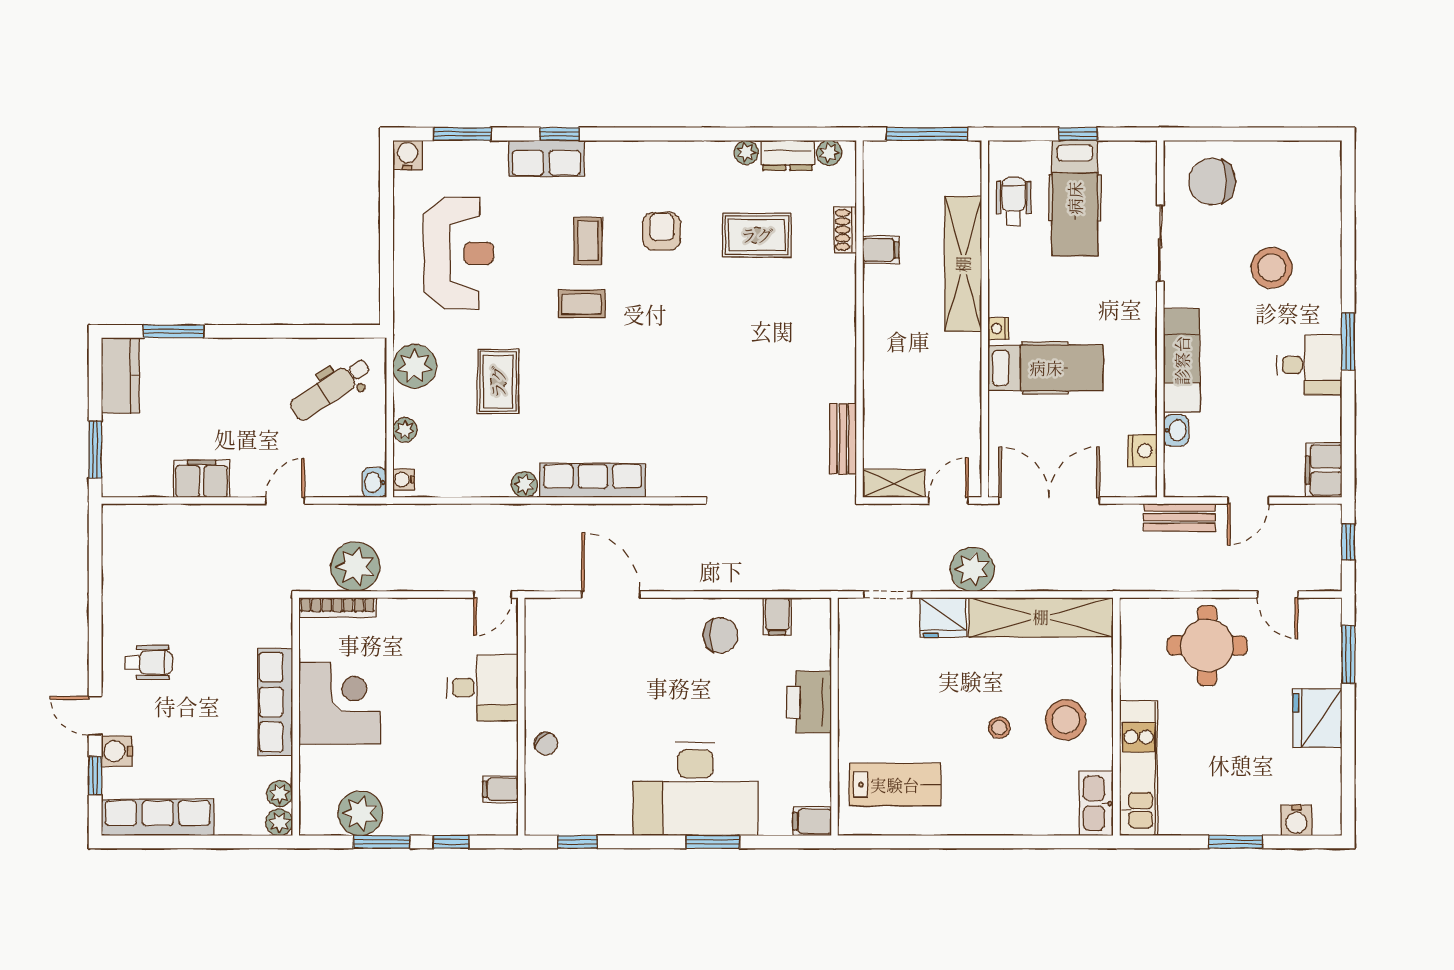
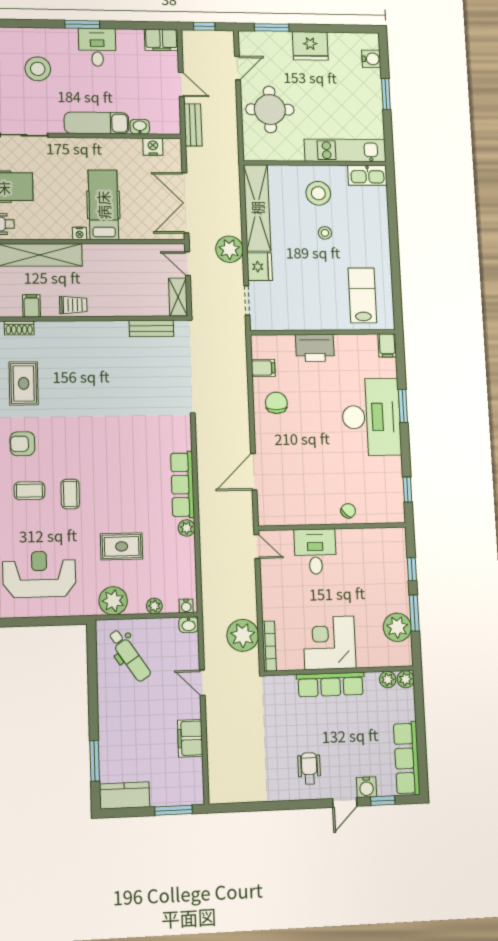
trolley: (882, 316) -> (73, 305), added
filing cabinet: (500, 789) -> (378, 539), removed

